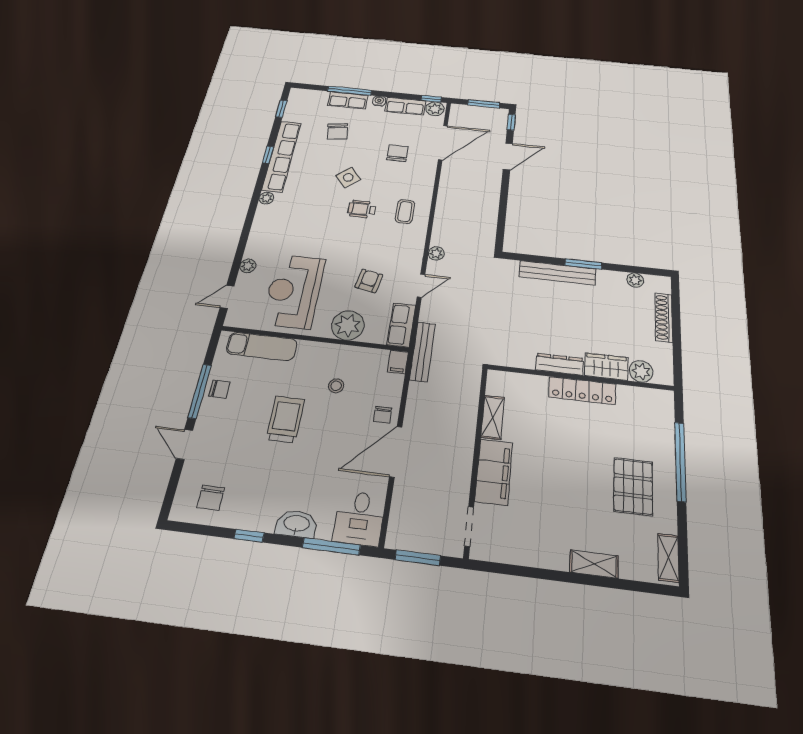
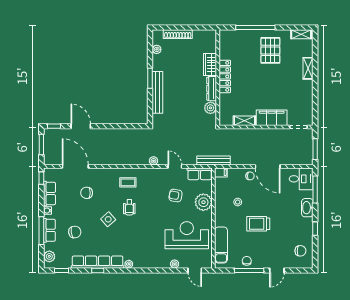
plant: (435, 109) -> (49, 256), moved
reception desk: (294, 291) -> (187, 235), turned 180
plant: (641, 371) -> (210, 108), moved
pallet: (633, 486) -> (270, 50), turned 90

